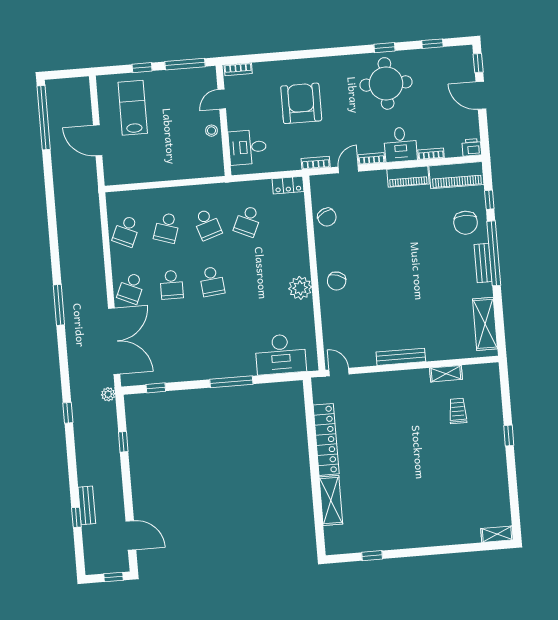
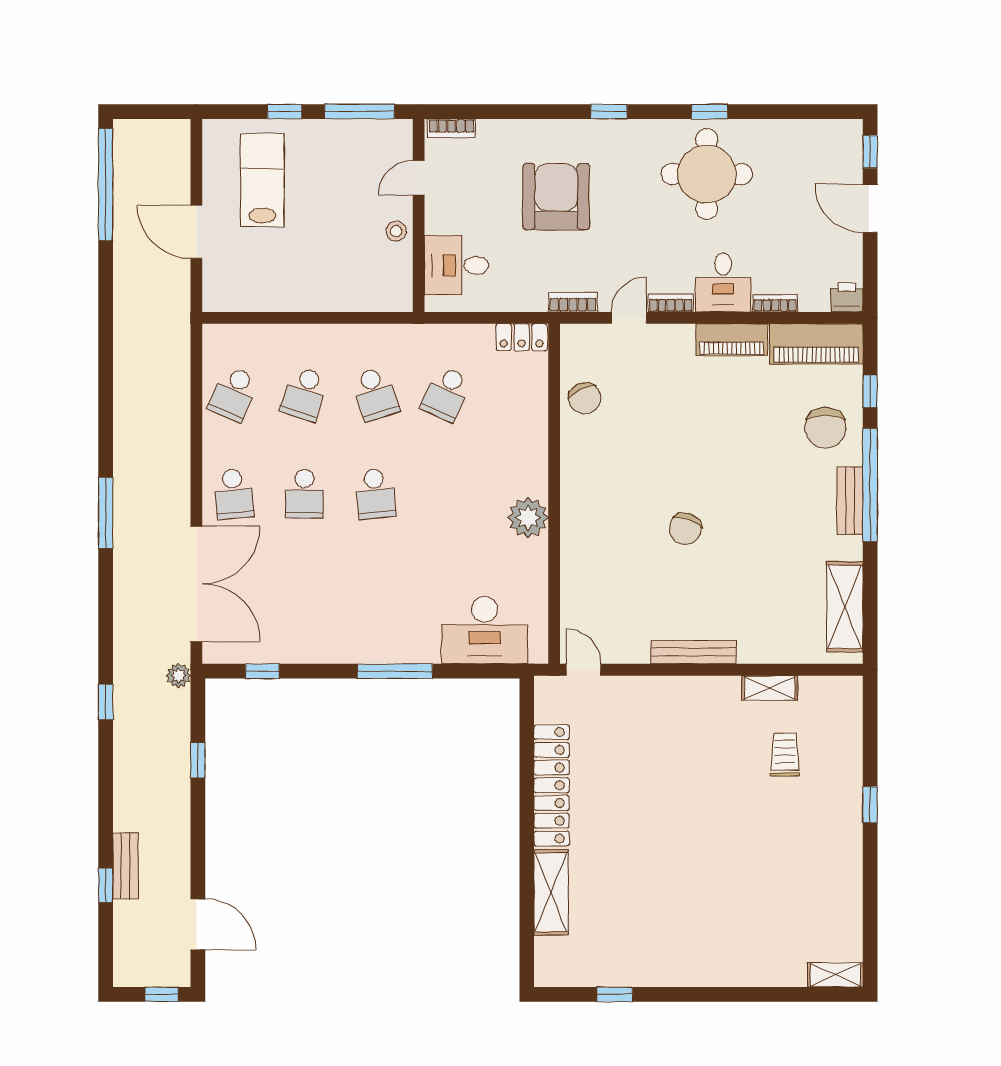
window: (432, 44) -> (609, 112), moved
chair: (337, 281) -> (685, 529), moved
school desk: (131, 288) -> (234, 494), turned -30

